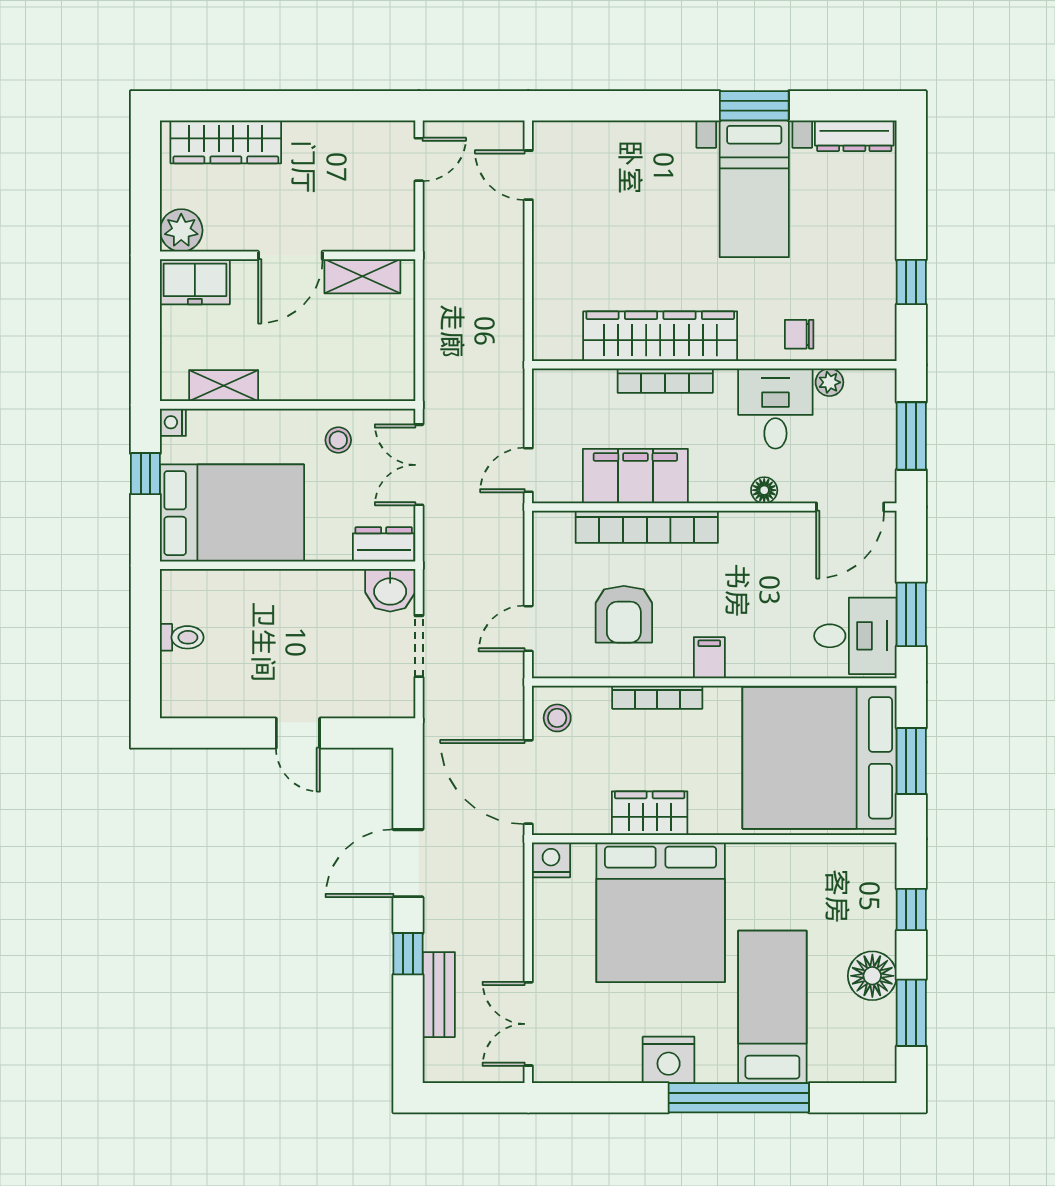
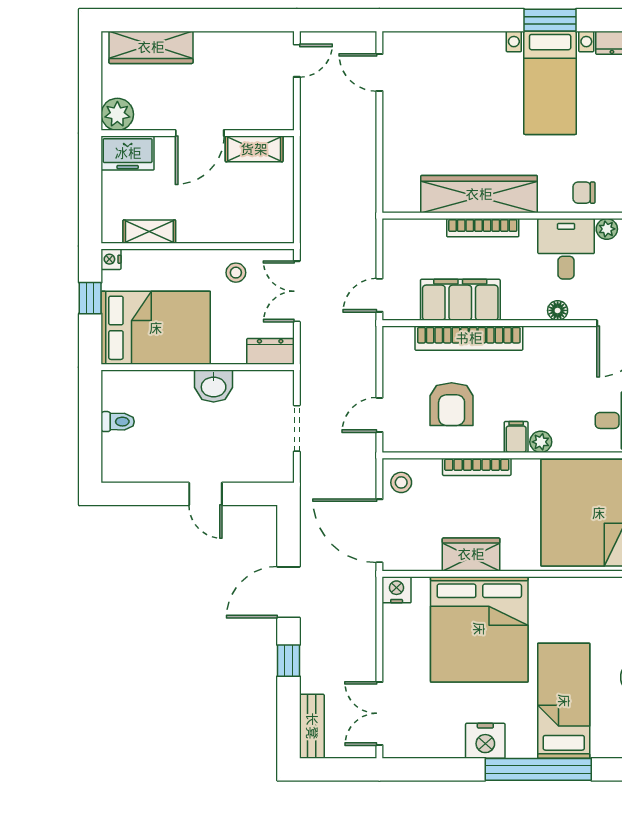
washbasin: (390, 590) -> (214, 386), moved
plant: (742, 664) -> (541, 442), added
bench: (439, 995) -> (312, 726), moved

